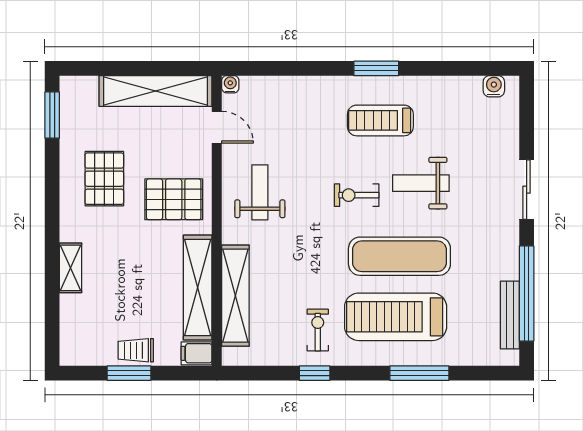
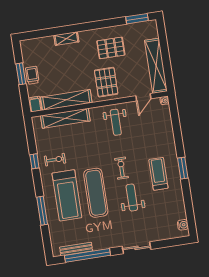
weight bench: (260, 192) -> (116, 122), turned 90
treadmill: (396, 317) -> (67, 195), turned 180

